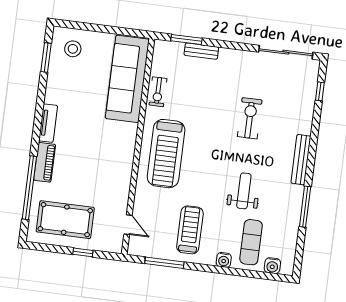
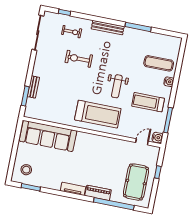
exercise bike: (158, 92) -> (72, 32), moved
weight bench: (244, 191) -> (117, 86), moved, turned -90
water cooler: (272, 266) -> (157, 138), moved

